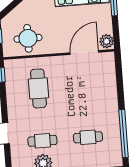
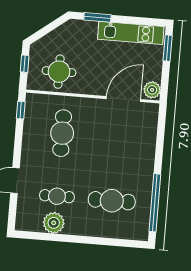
cafe table: (88, 137) -> (112, 201), width x1.37, depth x1.35

